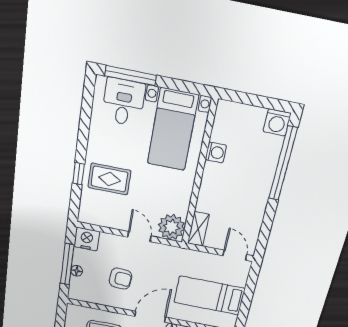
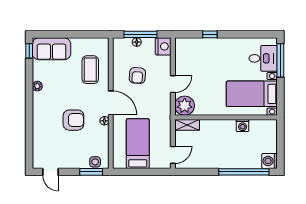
rug: (109, 179) -> (210, 56), removed

